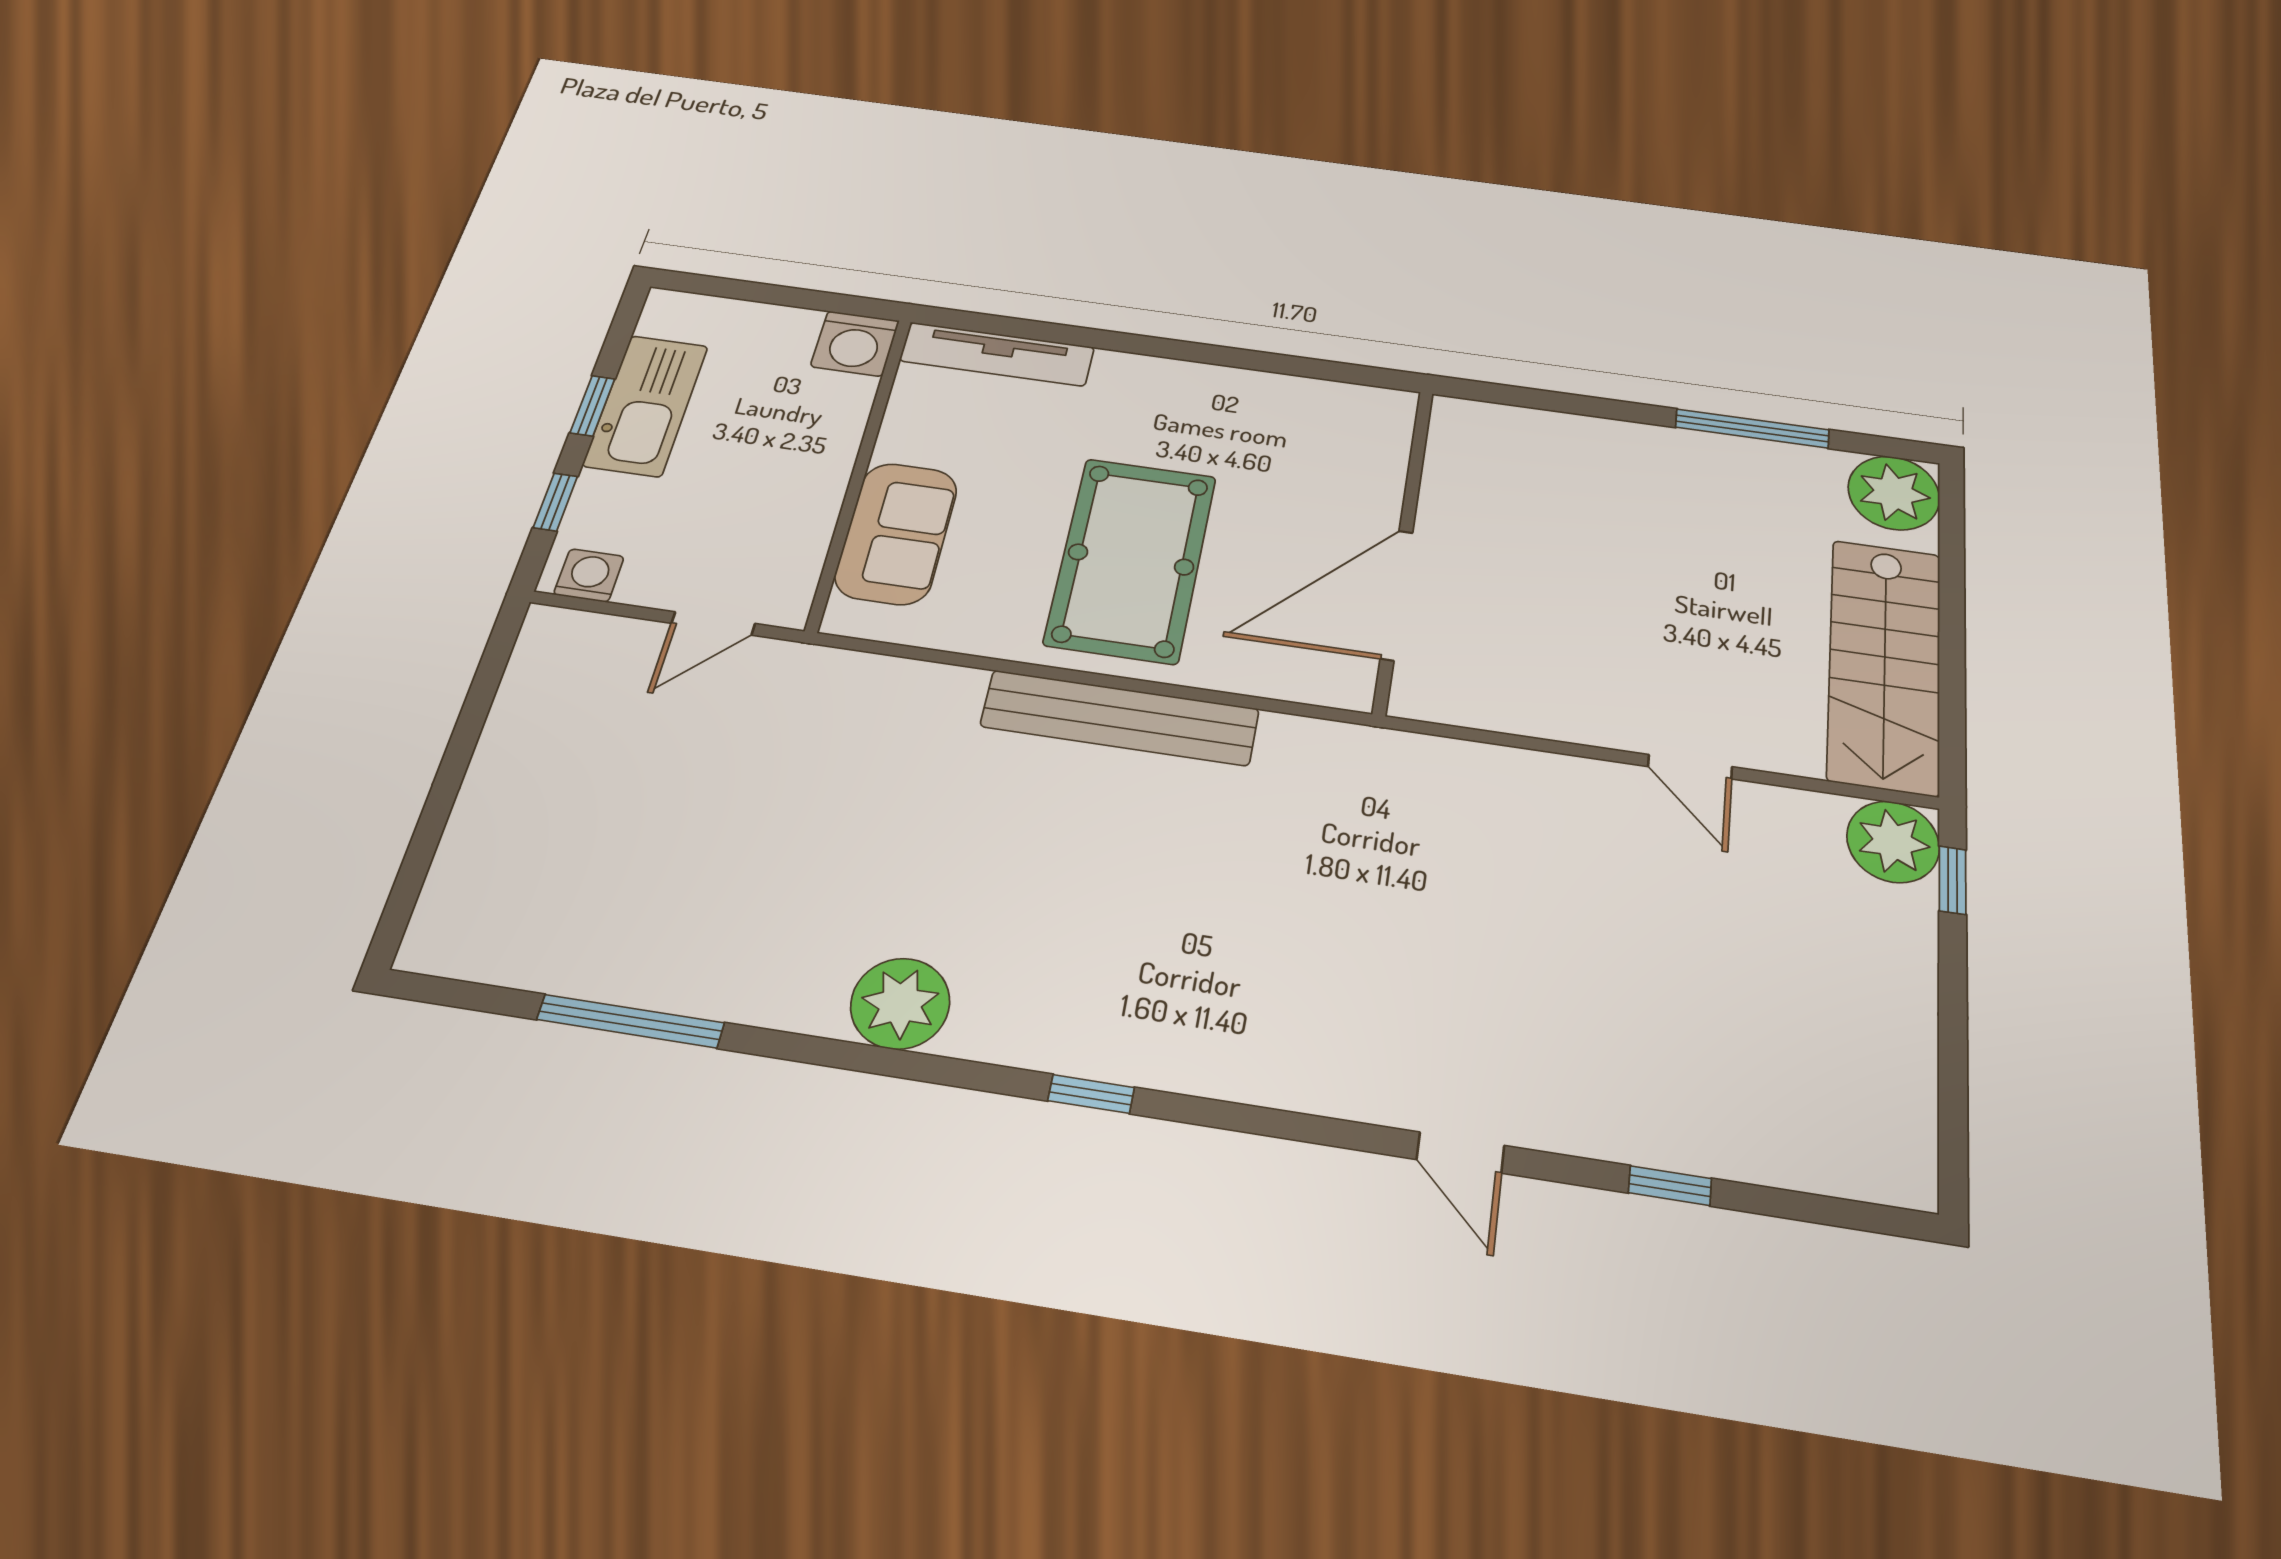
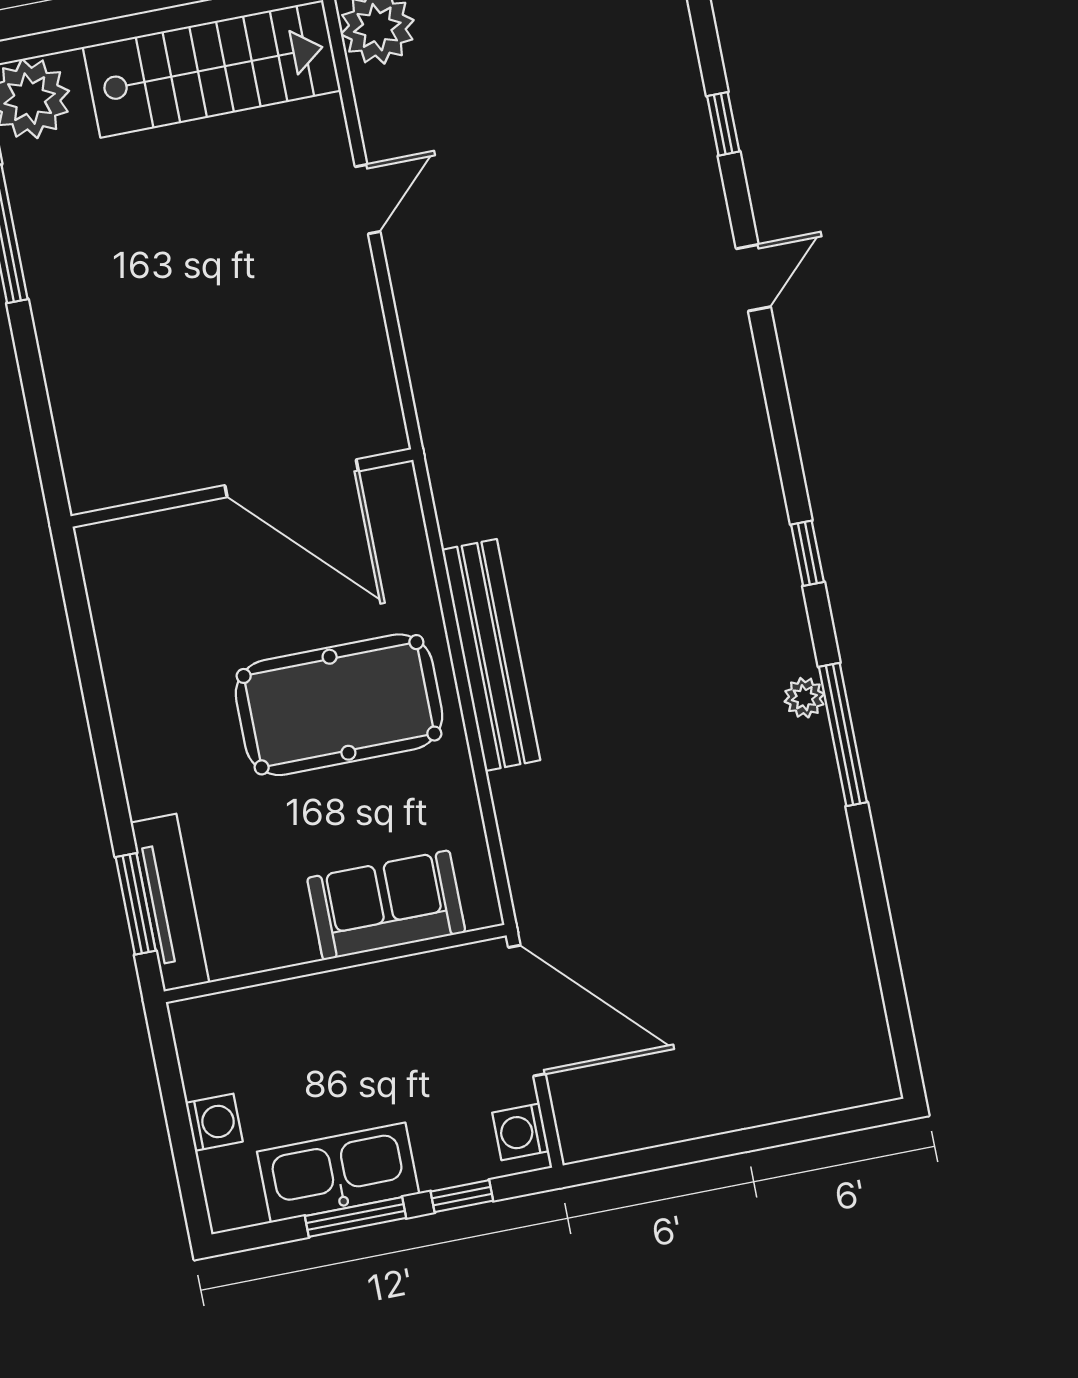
window: (1010, 327) -> (136, 904), added
washing machine: (855, 343) -> (214, 1122), moved, width x0.73, depth x0.73
window: (592, 406) -> (356, 1217), width x1.50
door: (713, 623) -> (527, 1011), width x1.87
plant: (900, 1004) -> (804, 698), width x0.53, depth x0.53
window: (631, 1021) -> (843, 734), moved

